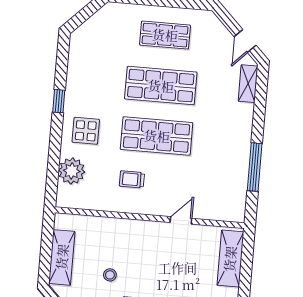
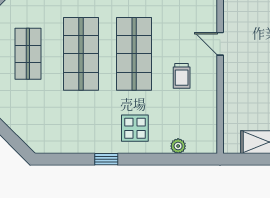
plant: (72, 171) -> (178, 146), width x0.53, depth x0.53
door: (181, 220) -> (220, 44), moved

